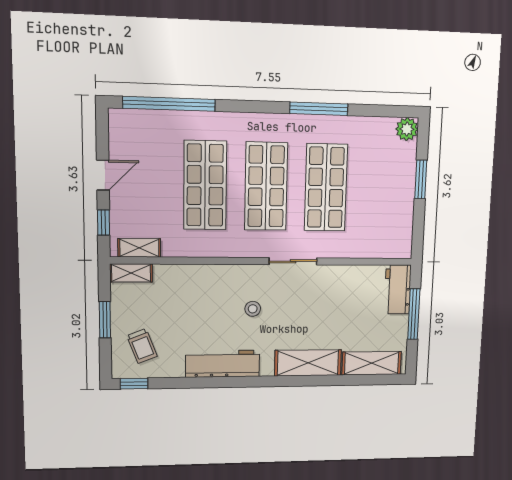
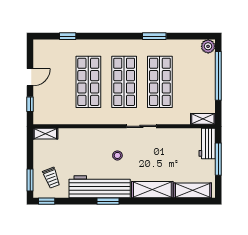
window: (169, 104) -> (68, 36), width x0.32
window: (319, 109) -> (154, 36), width x0.69
window: (421, 179) -> (218, 76), width x2.11
shelving: (139, 248) -> (203, 119), moved
window: (105, 320) -> (30, 180), moved
workbench: (223, 364) -> (100, 187), width x1.36, depth x1.32
window: (236, 382) -> (108, 201), added

